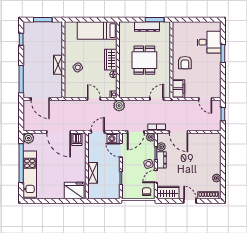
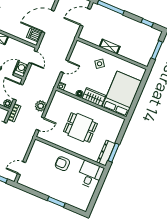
dresser: (147, 27) -> (106, 153), moved
bed: (97, 31) -> (122, 94), width x1.50
desk: (209, 42) -> (90, 175), moved, turned 180
filing cabinet: (179, 89) -> (41, 148), removed
door: (157, 99) -> (40, 124), hinge flipped
plant: (119, 106) -> (41, 106), moved

